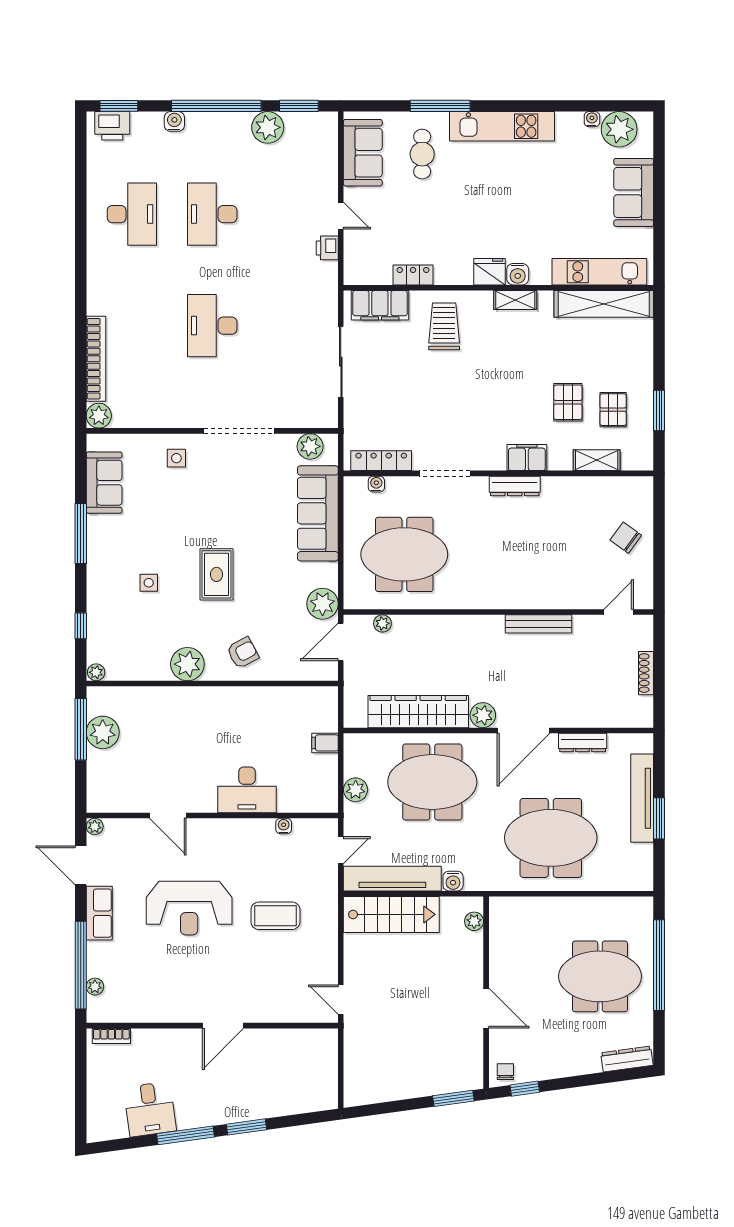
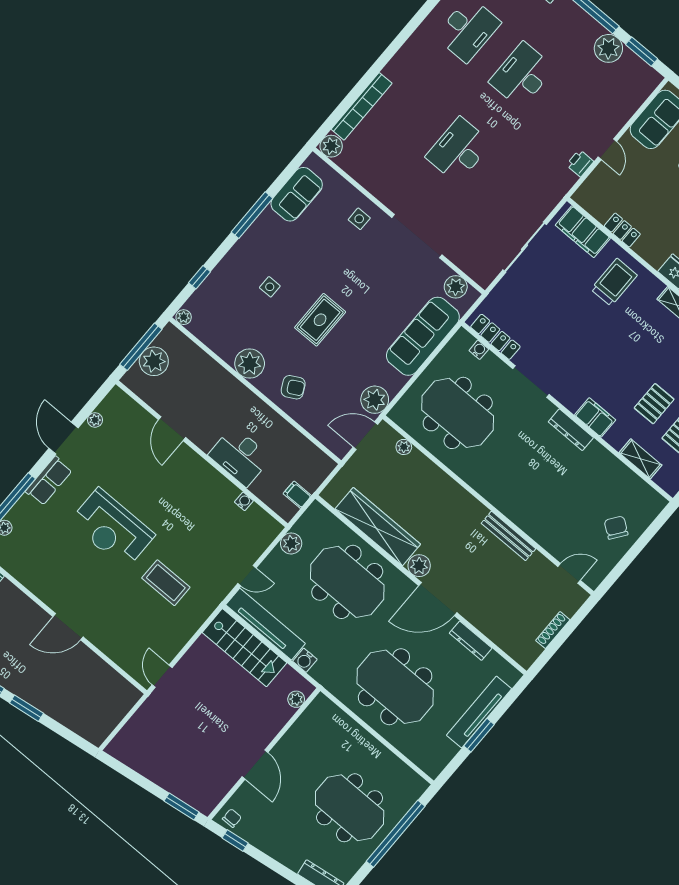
desk: (247, 790) -> (240, 456), moved
door: (168, 815) -> (172, 429), moved
wall: (212, 815) -> (202, 454), moved
water cooler: (284, 826) -> (244, 501), moved

